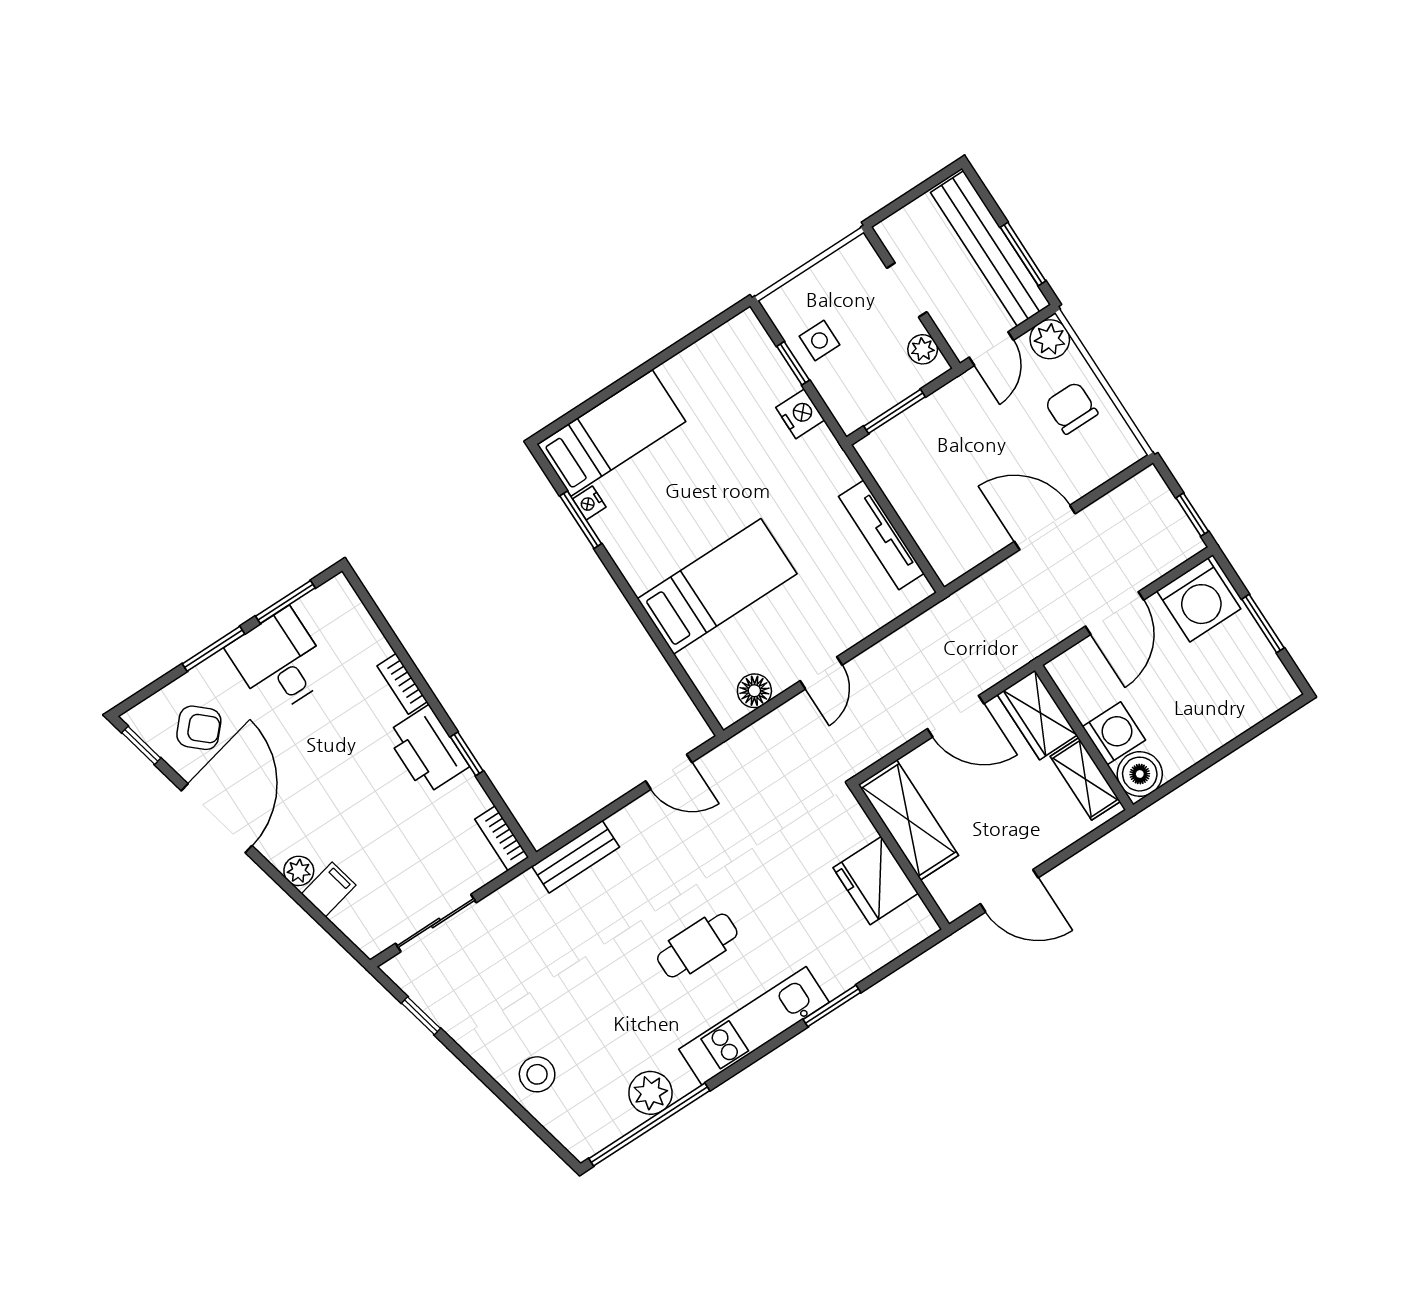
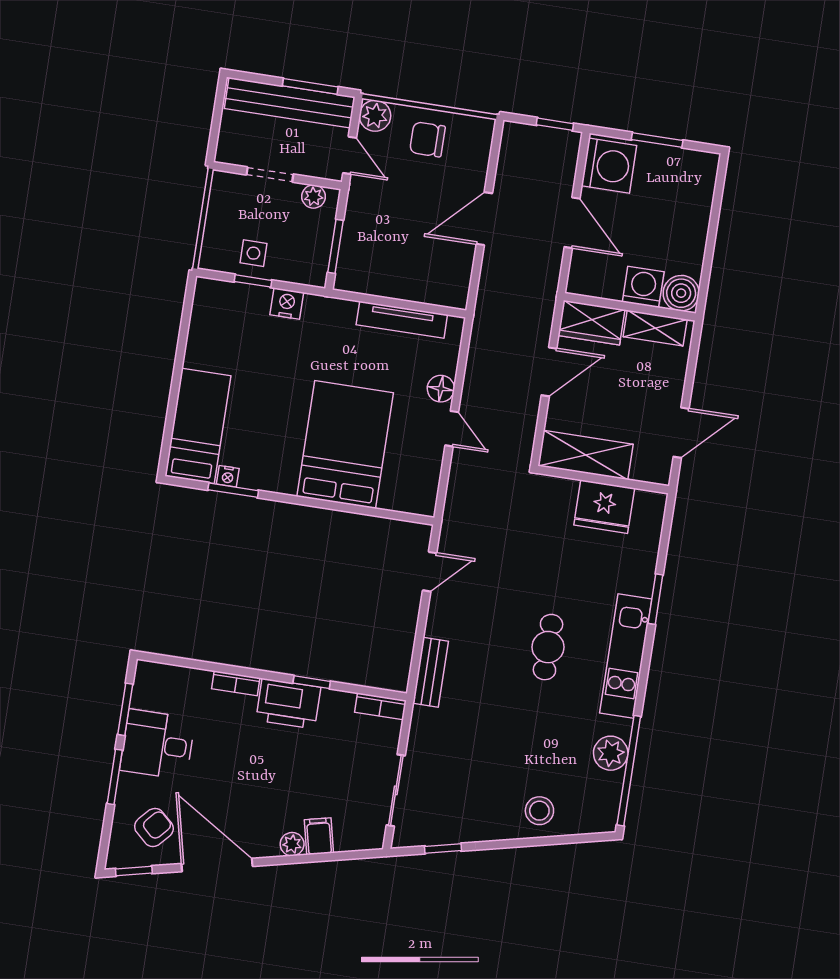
bed: (717, 586) -> (345, 445), width x1.50
floor lamp: (754, 691) -> (441, 389), moved

